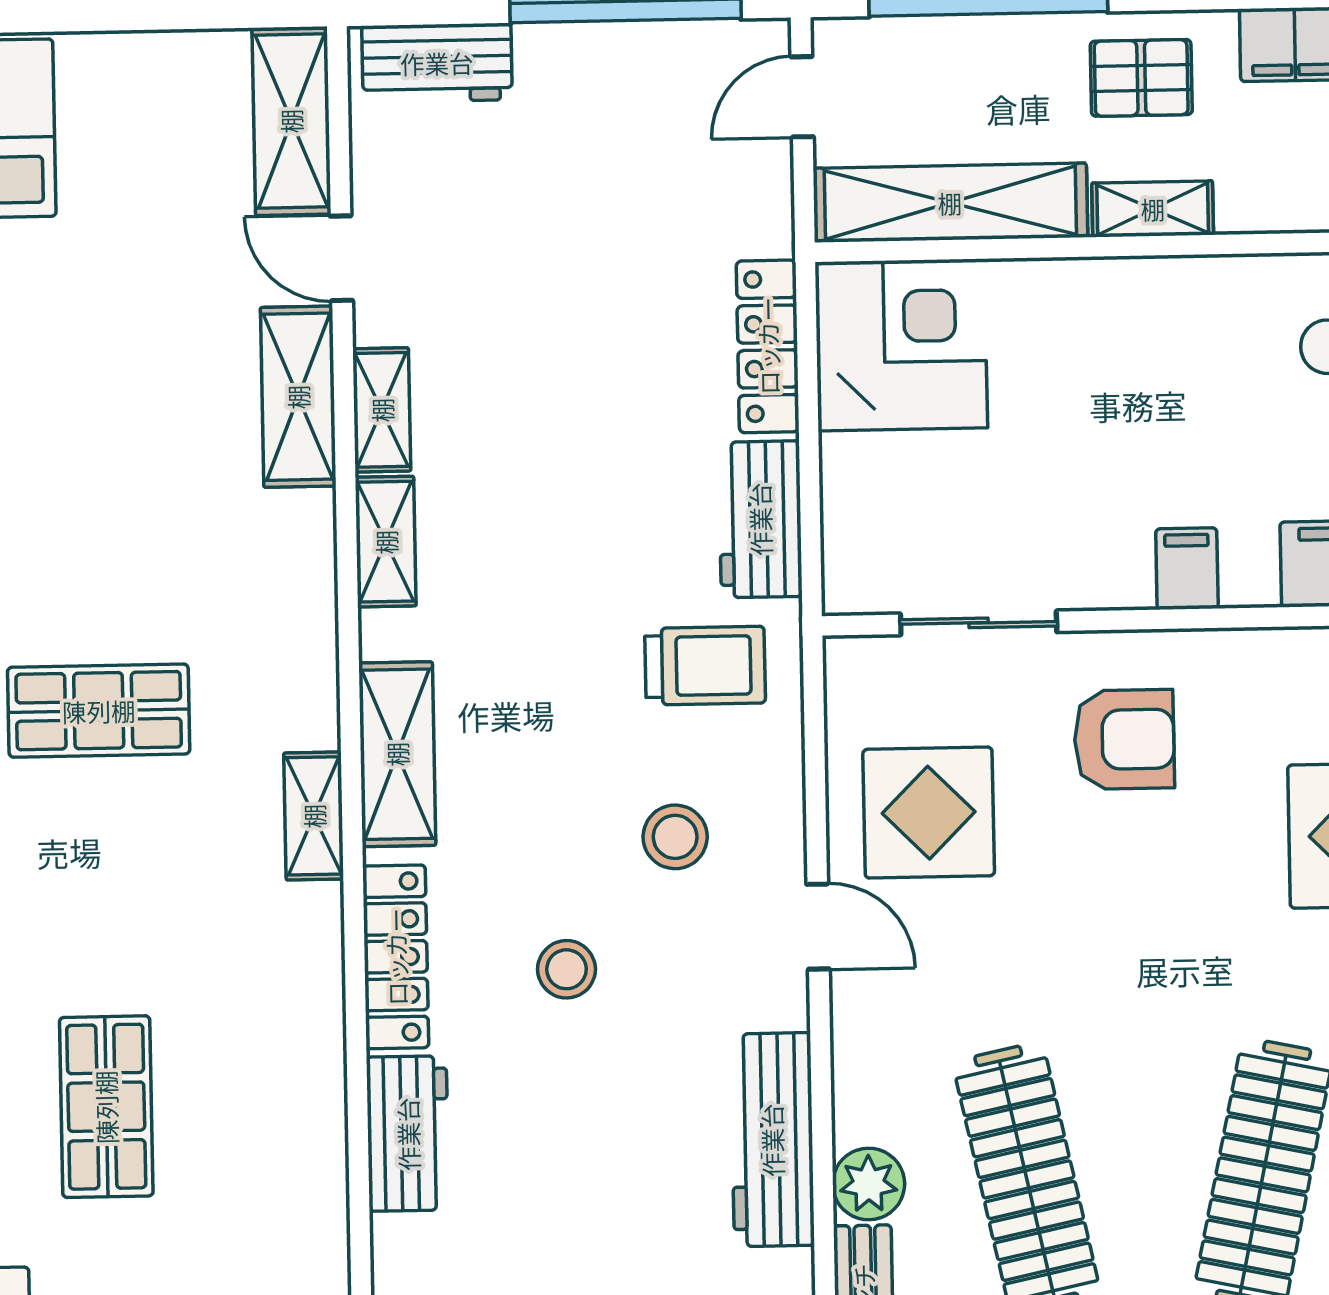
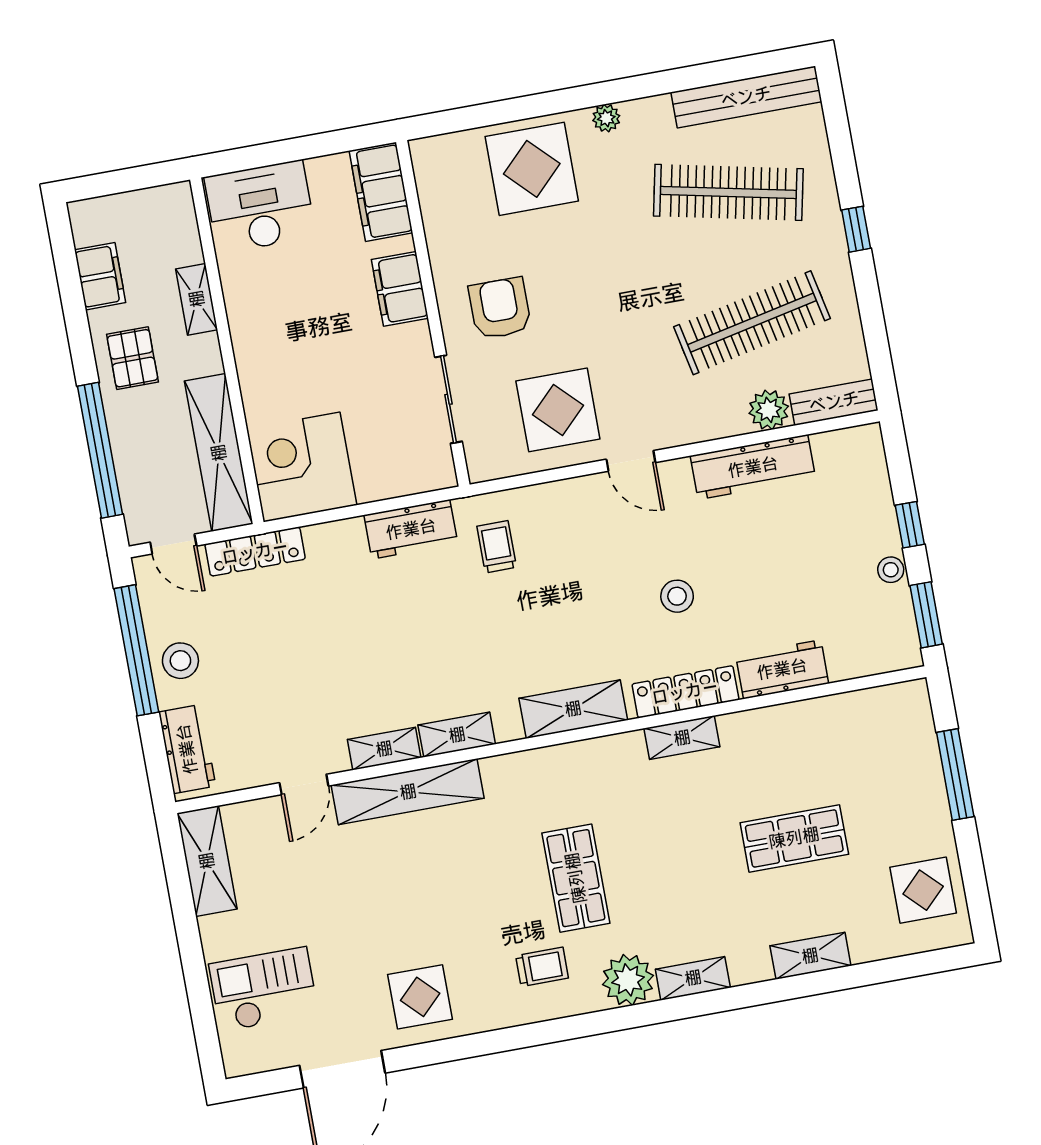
shelving: (291, 121) -> (207, 861), moved, turned 90
shelving: (1153, 209) -> (197, 299), moved
locker: (768, 346) -> (255, 552), moved
shelving: (298, 397) -> (408, 792), width x1.47
filing cabinet: (1187, 569) -> (400, 289), width x2.00
trolley: (705, 666) -> (497, 547), width x0.73, depth x0.72
shelving: (314, 816) -> (682, 738), moved
stool: (675, 837) -> (180, 661), moved
door: (818, 927) -> (631, 461), swing flipped

